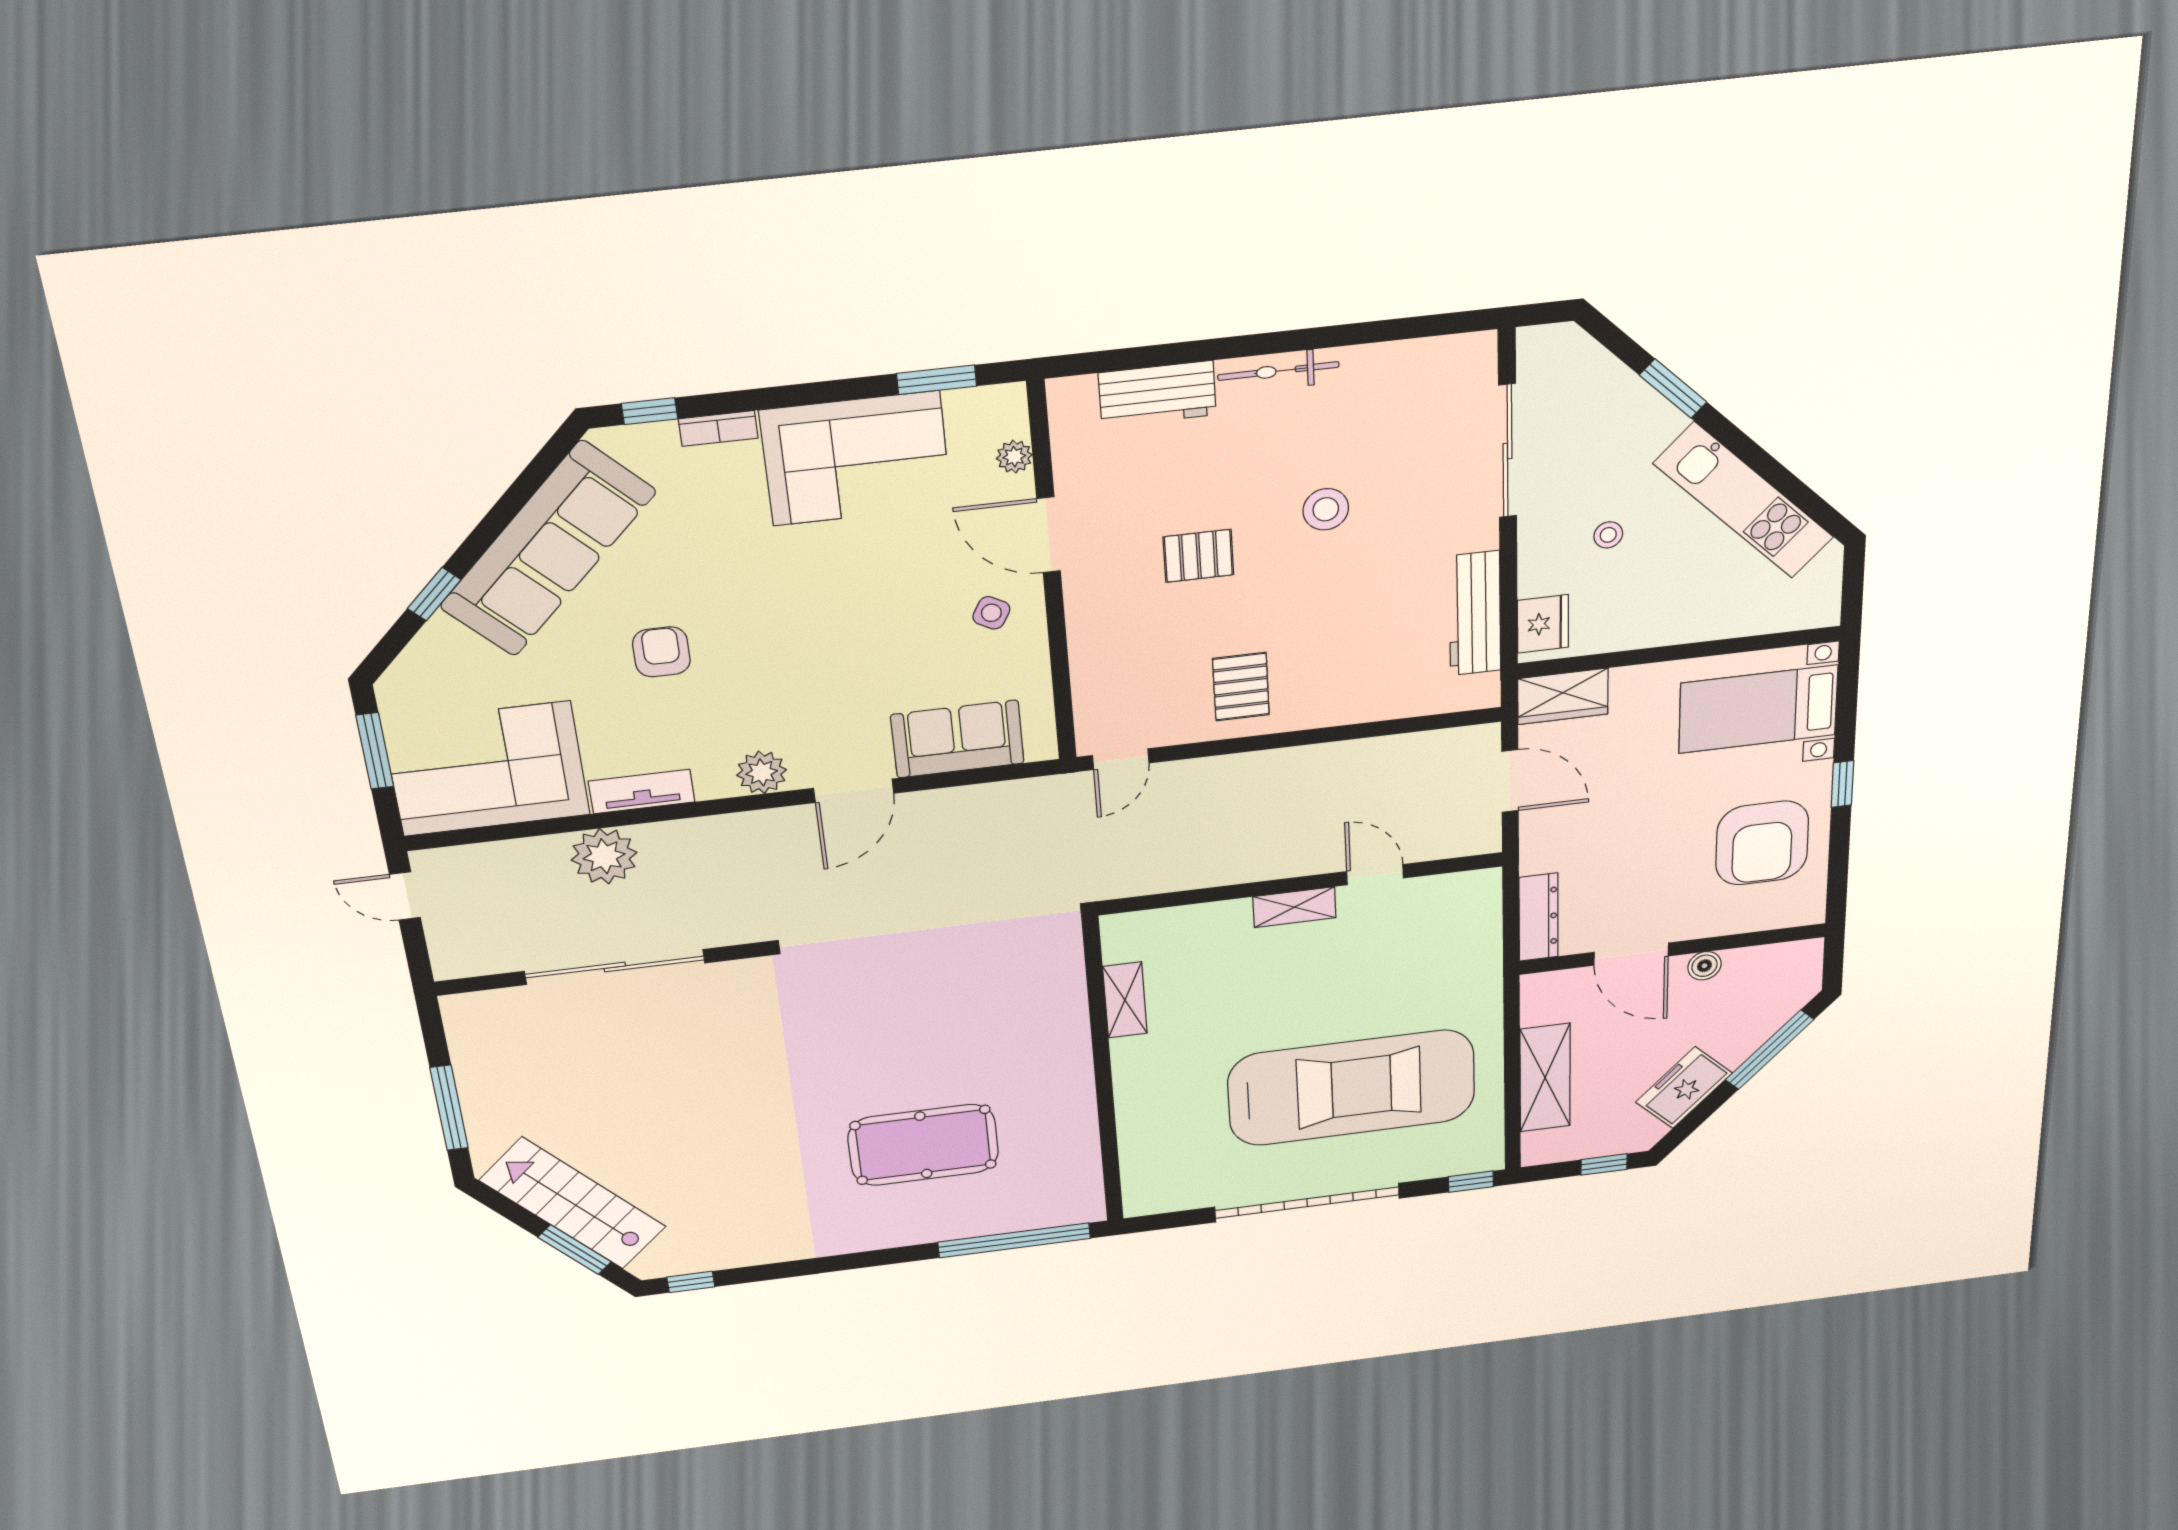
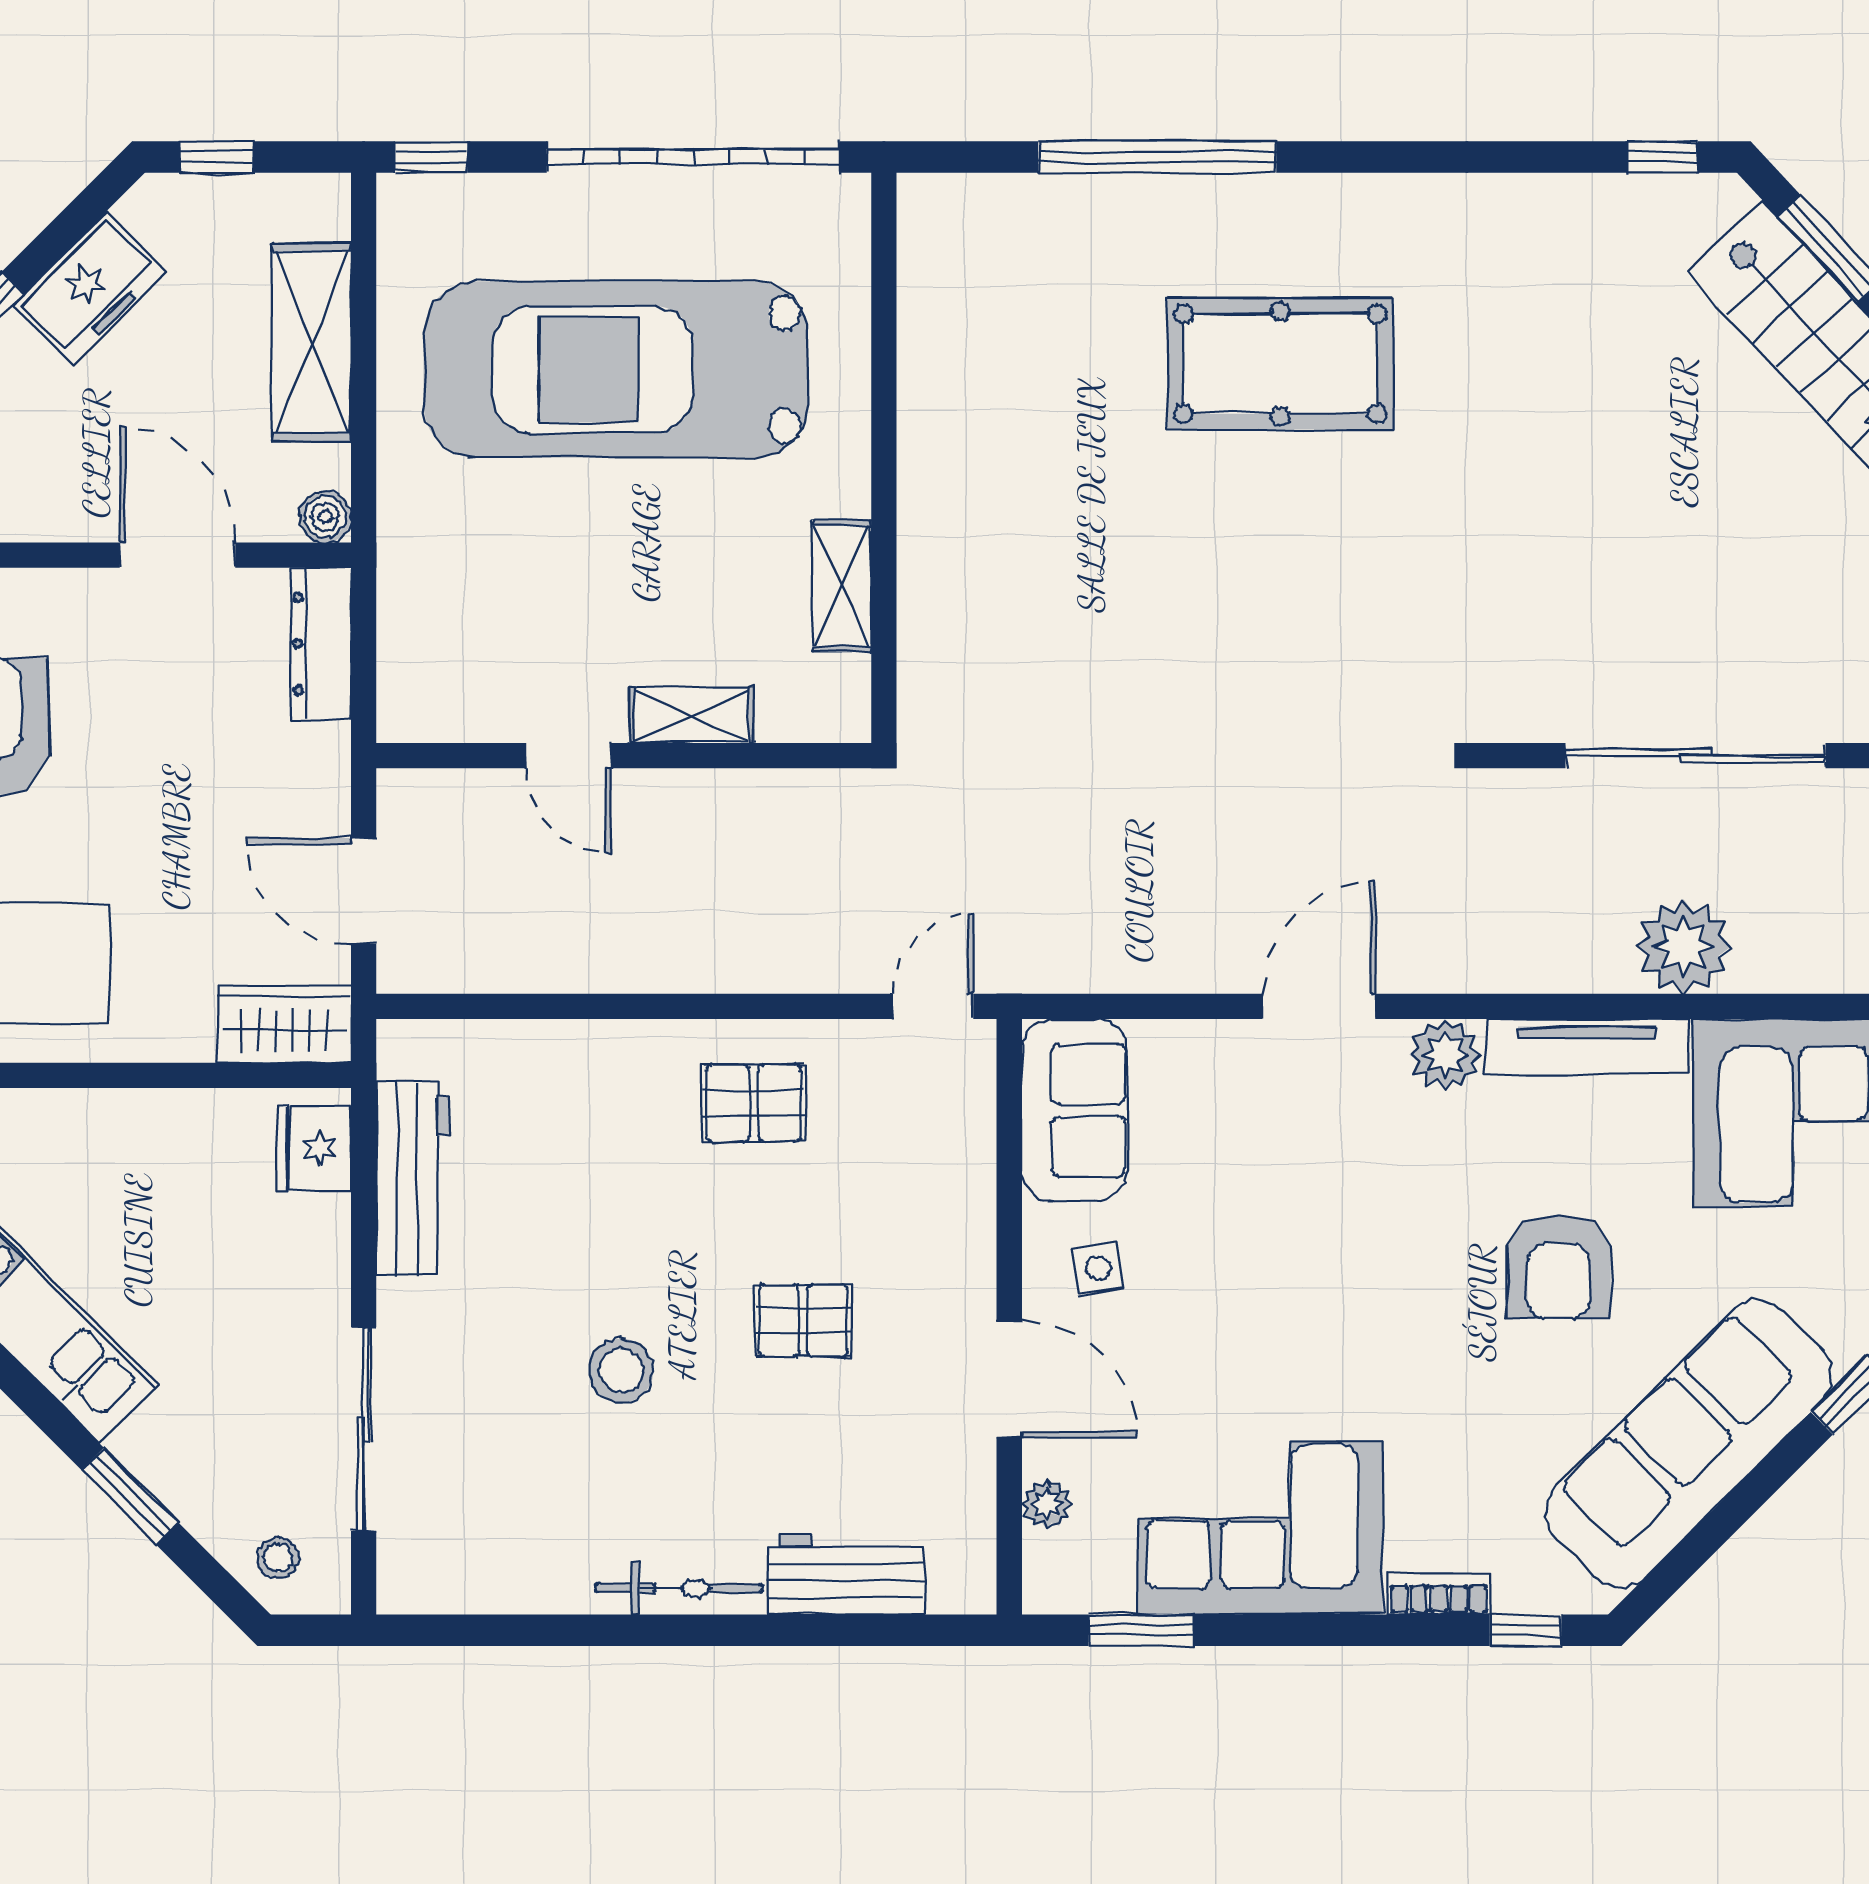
stool: (1608, 535) -> (278, 1558), moved
side table: (991, 613) -> (1098, 1268), turned -37
armchair: (661, 652) -> (1559, 1266), width x1.38, depth x1.38
pallet: (1241, 687) -> (754, 1103), turned 90
sofa: (957, 739) -> (1074, 1110), moved, turned -90
tv unit: (642, 792) -> (1587, 1046), width x1.41
boiler: (1704, 966) -> (325, 517), moved
shelving: (1125, 1000) -> (842, 586), moved
wall: (1103, 1072) -> (884, 458), moved

